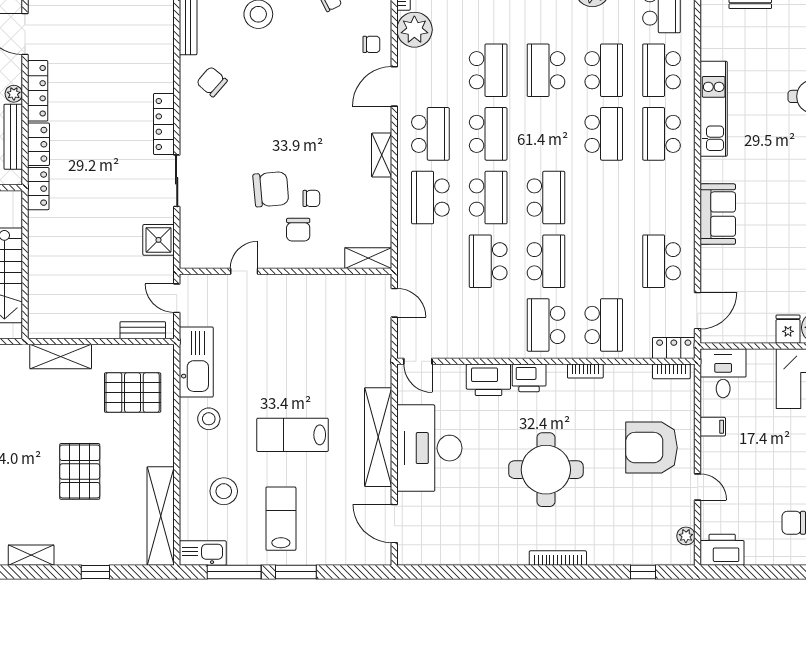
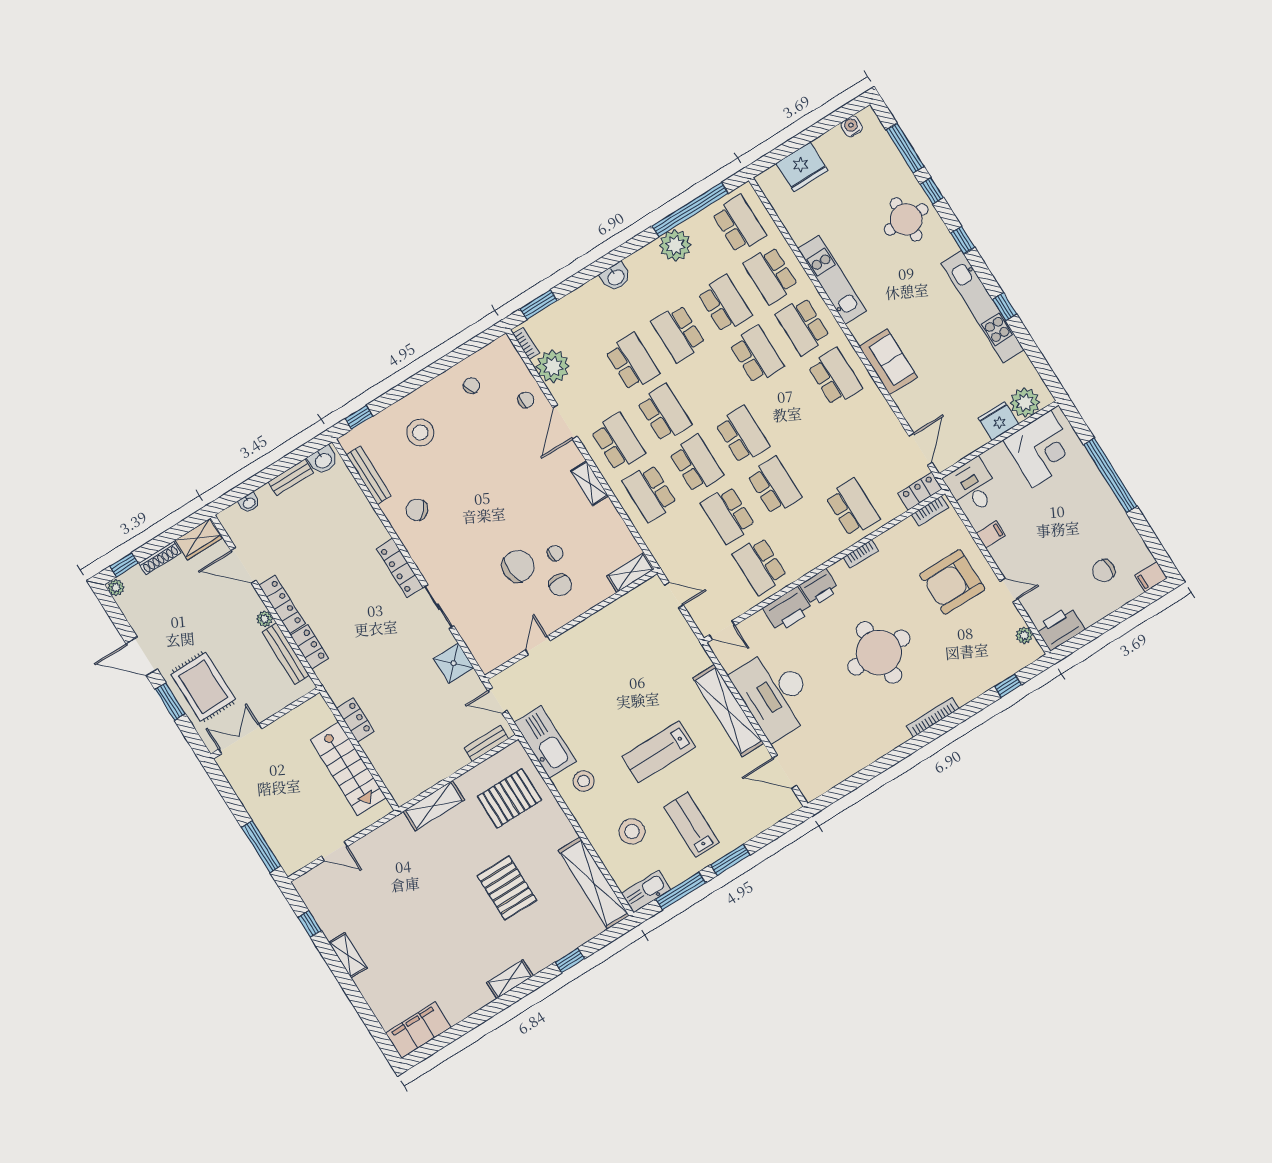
locker: (38, 189) -> (355, 720), moved
school desk: (661, 261) -> (835, 377), moved, turned 180
school desk: (546, 325) -> (760, 566), moved
fridge: (788, 329) -> (998, 421), width x1.38

